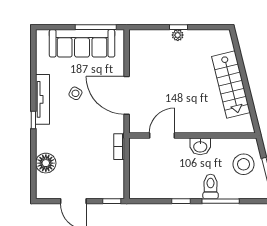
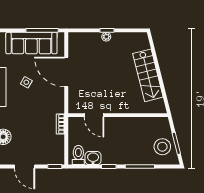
door: (127, 95) -> (66, 72), moved
door: (162, 136) -> (94, 115), swing flipped
washbasin: (200, 146) -> (93, 158), moved, turned 180
stool: (244, 164) -> (162, 147), moved
toilet: (211, 186) -> (78, 155), moved

